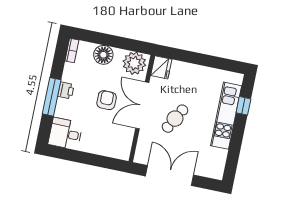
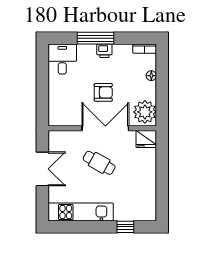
floor lamp: (103, 55) -> (151, 76), width x0.53, depth x0.53
kitchen unit: (226, 116) -> (81, 212), moved
double door: (170, 176) -> (42, 169), width x0.73

